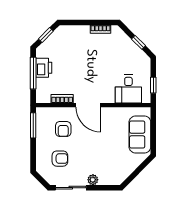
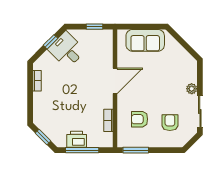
desk: (128, 89) -> (67, 50), moved, turned -135
door: (88, 105) -> (115, 81), moved
armchair: (63, 129) -> (140, 119), turned 180

